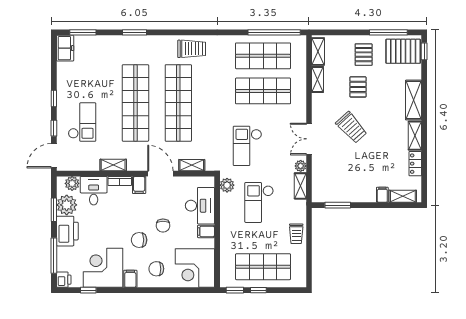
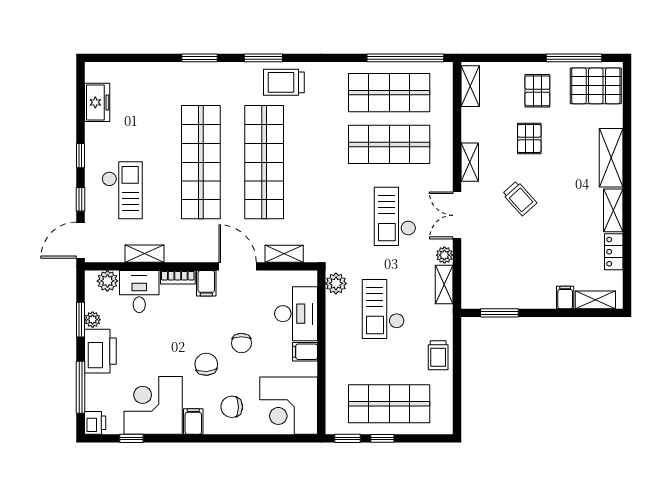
window: (83, 32) -> (263, 58), moved
freezer: (65, 48) -> (97, 102), moved
trolley: (192, 49) -> (284, 82), turned 180
window: (424, 51) -> (627, 86), removed
shelving: (318, 79) -> (470, 162), moved
trolley: (351, 127) -> (520, 198), width x0.73, depth x0.72
checkout: (247, 146) -> (395, 216), moved
shelving: (113, 165) -> (145, 254), moved
plant: (67, 205) -> (93, 320), width x0.53, depth x0.53
chair: (139, 240) -> (206, 364), turned 86

